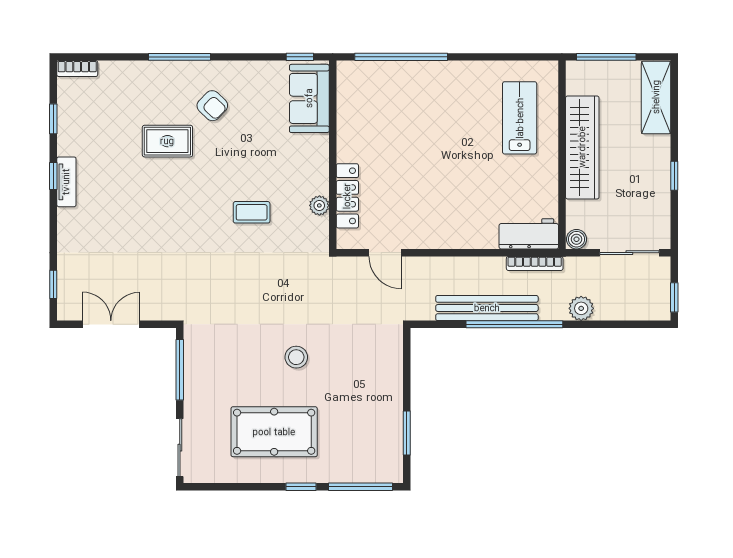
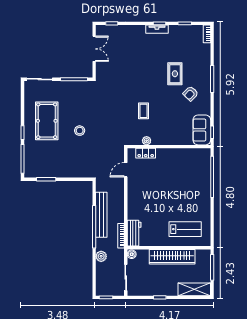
sofa: (309, 98) -> (202, 130), moved, turned -90
locker: (347, 196) -> (146, 153), width x0.66

